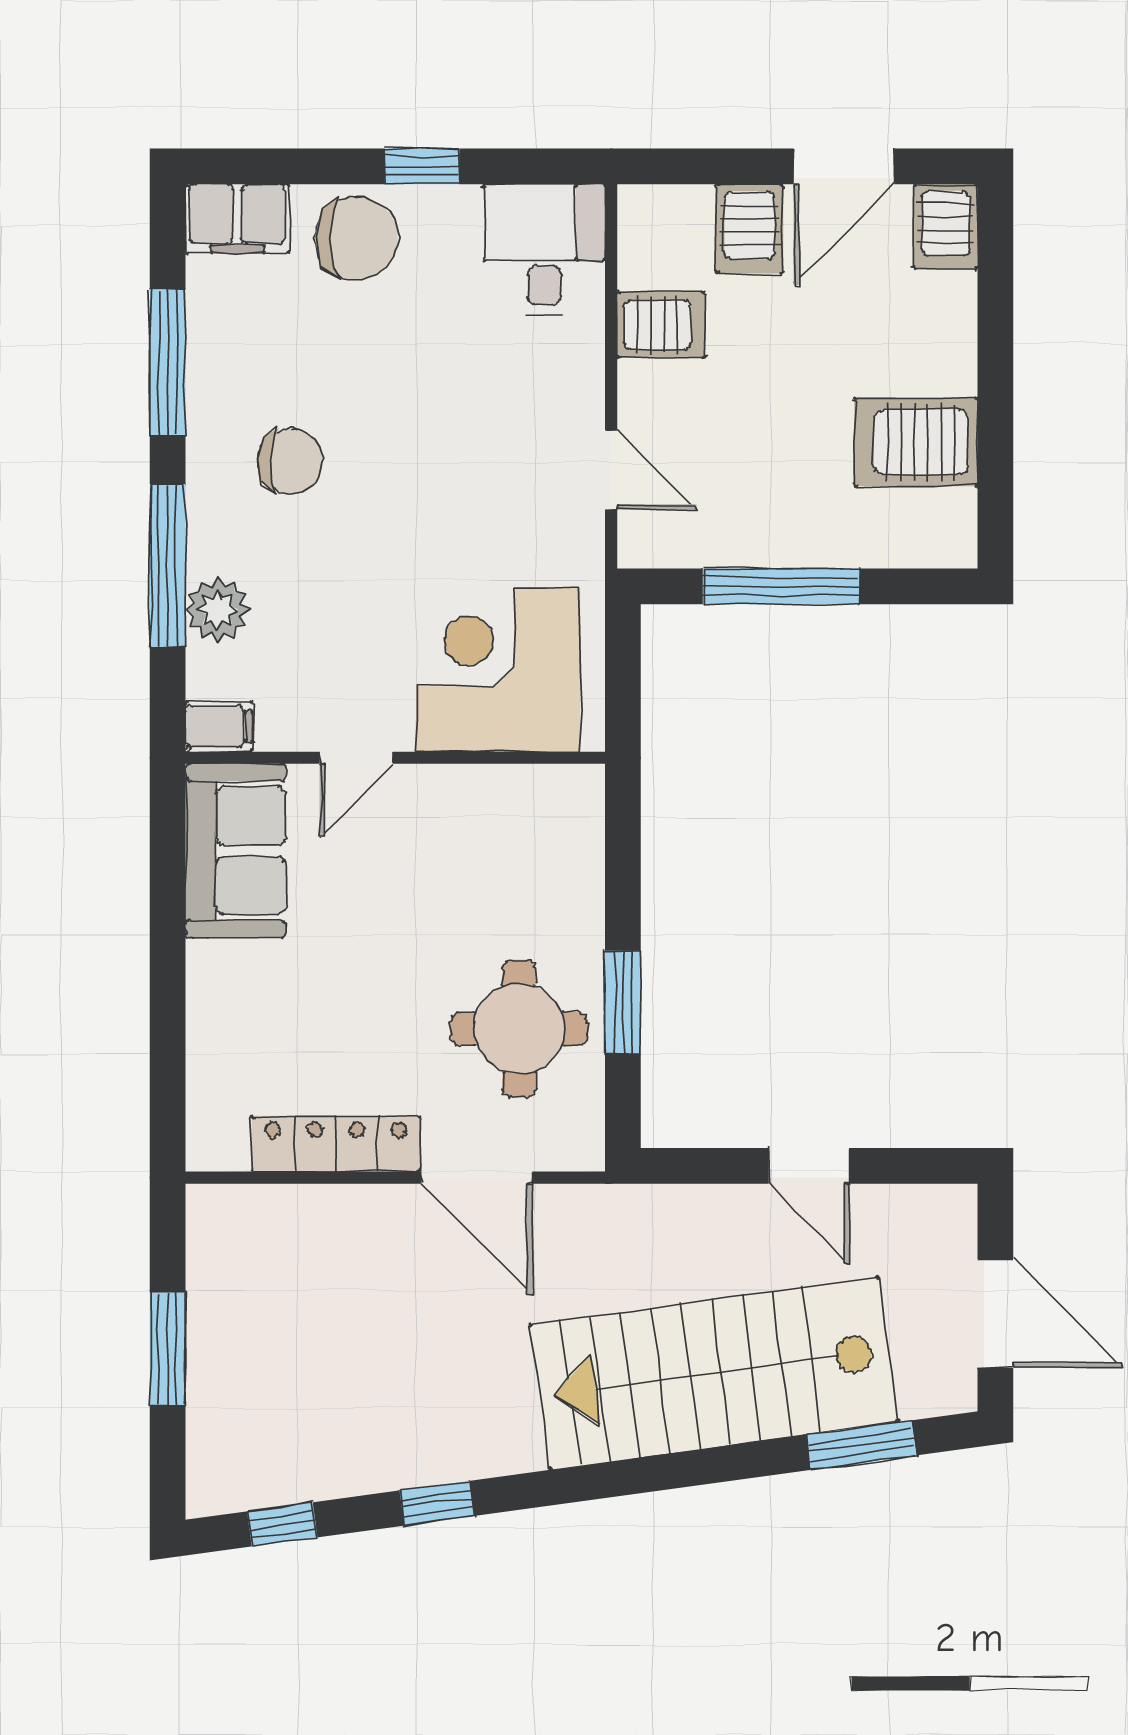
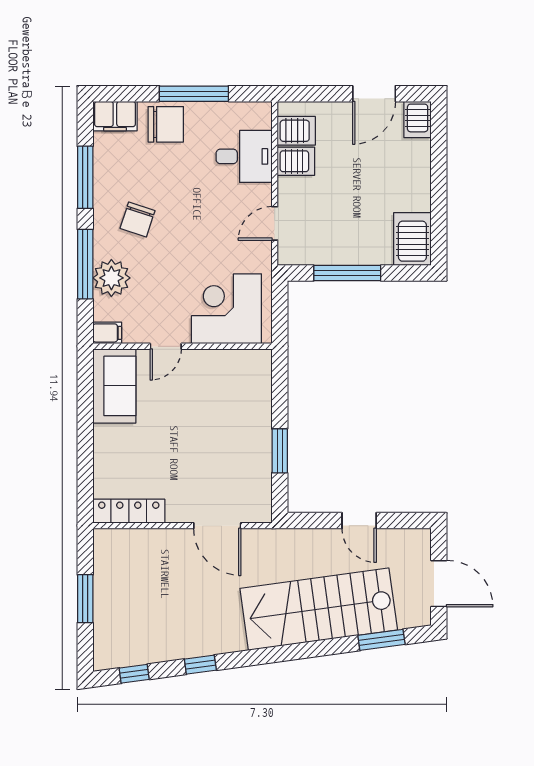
window: (422, 166) -> (194, 94), width x2.17
server rack: (749, 229) -> (296, 131), moved, turned -90
desk: (544, 250) -> (244, 156), moved, turned 90
server rack: (916, 442) -> (412, 239), moved, turned 90
chair: (290, 461) -> (138, 220), turned 105
door: (611, 470) -> (275, 223), swing flipped
plant: (217, 610) -> (111, 278), width x1.36, depth x1.36
round table: (519, 1029) -> (235, 462), removed
locker: (336, 1144) -> (129, 511), moved

